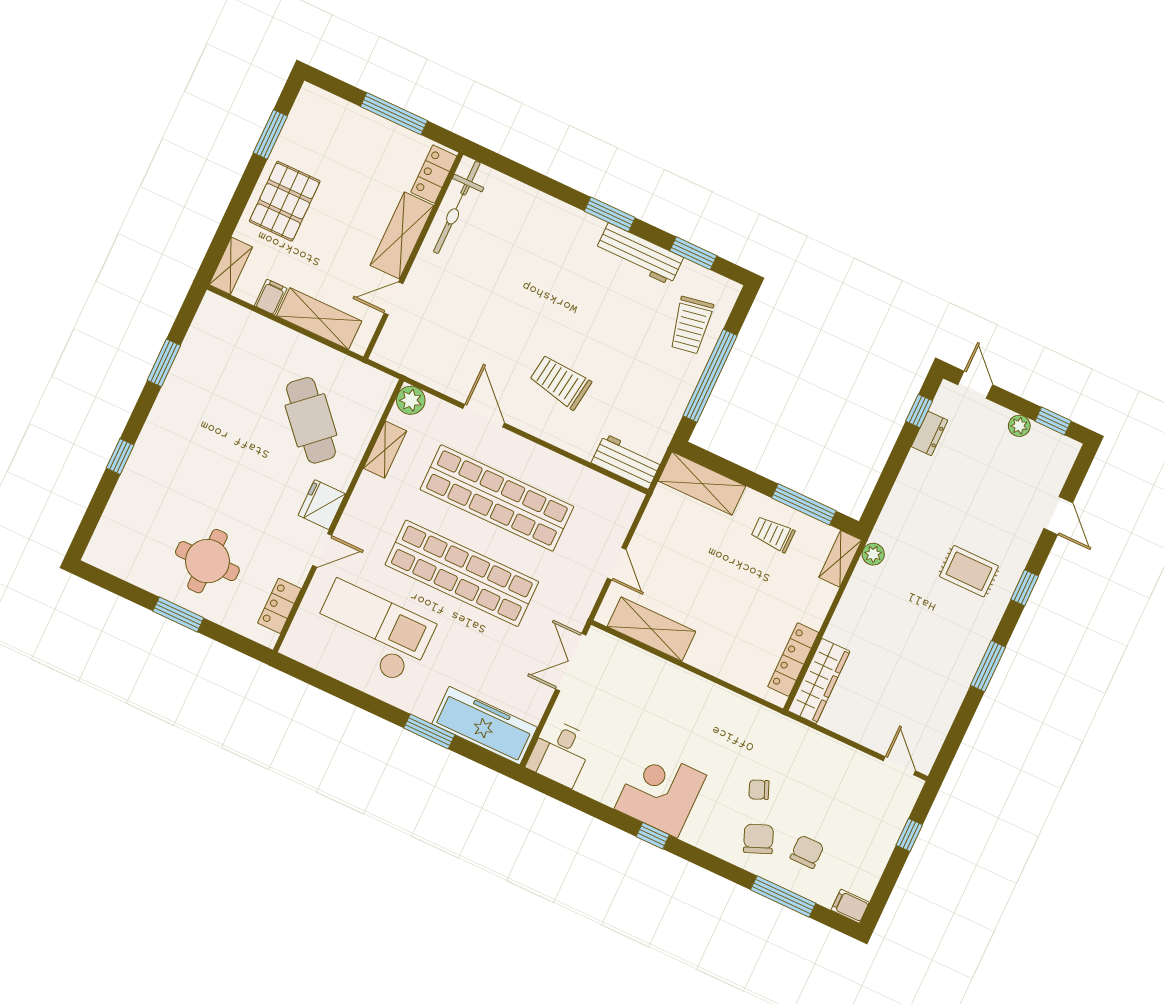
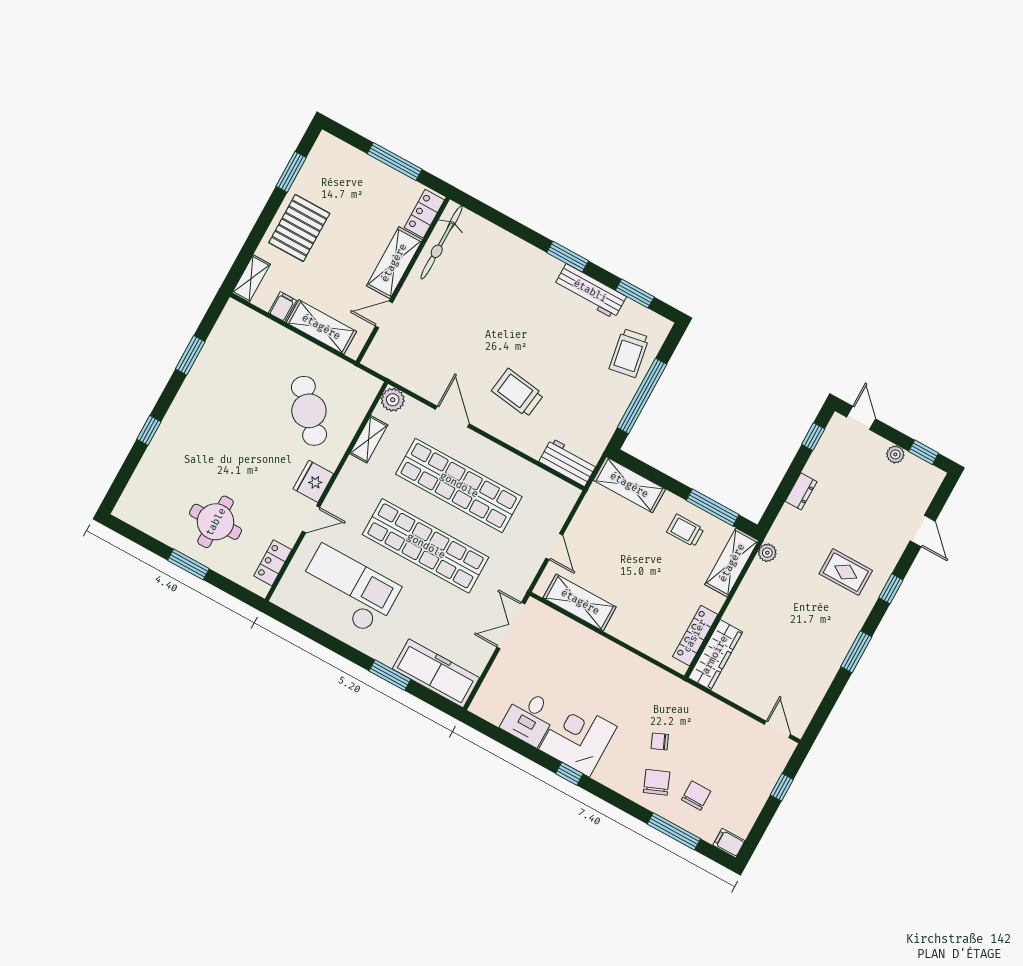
dresser: (930, 433) -> (801, 491), moved
shelving: (840, 559) -> (732, 563), width x1.50, depth x1.33
desk: (560, 753) -> (529, 718), moved

